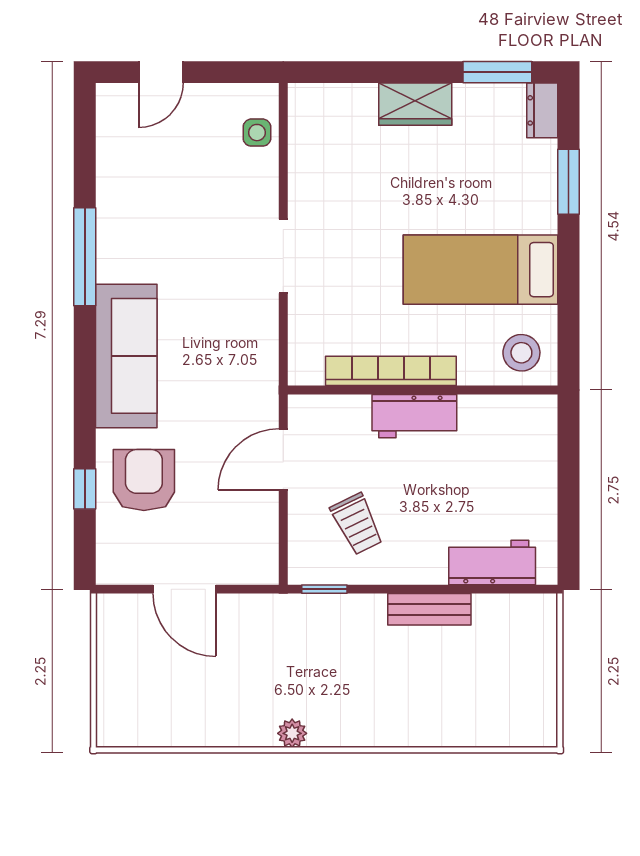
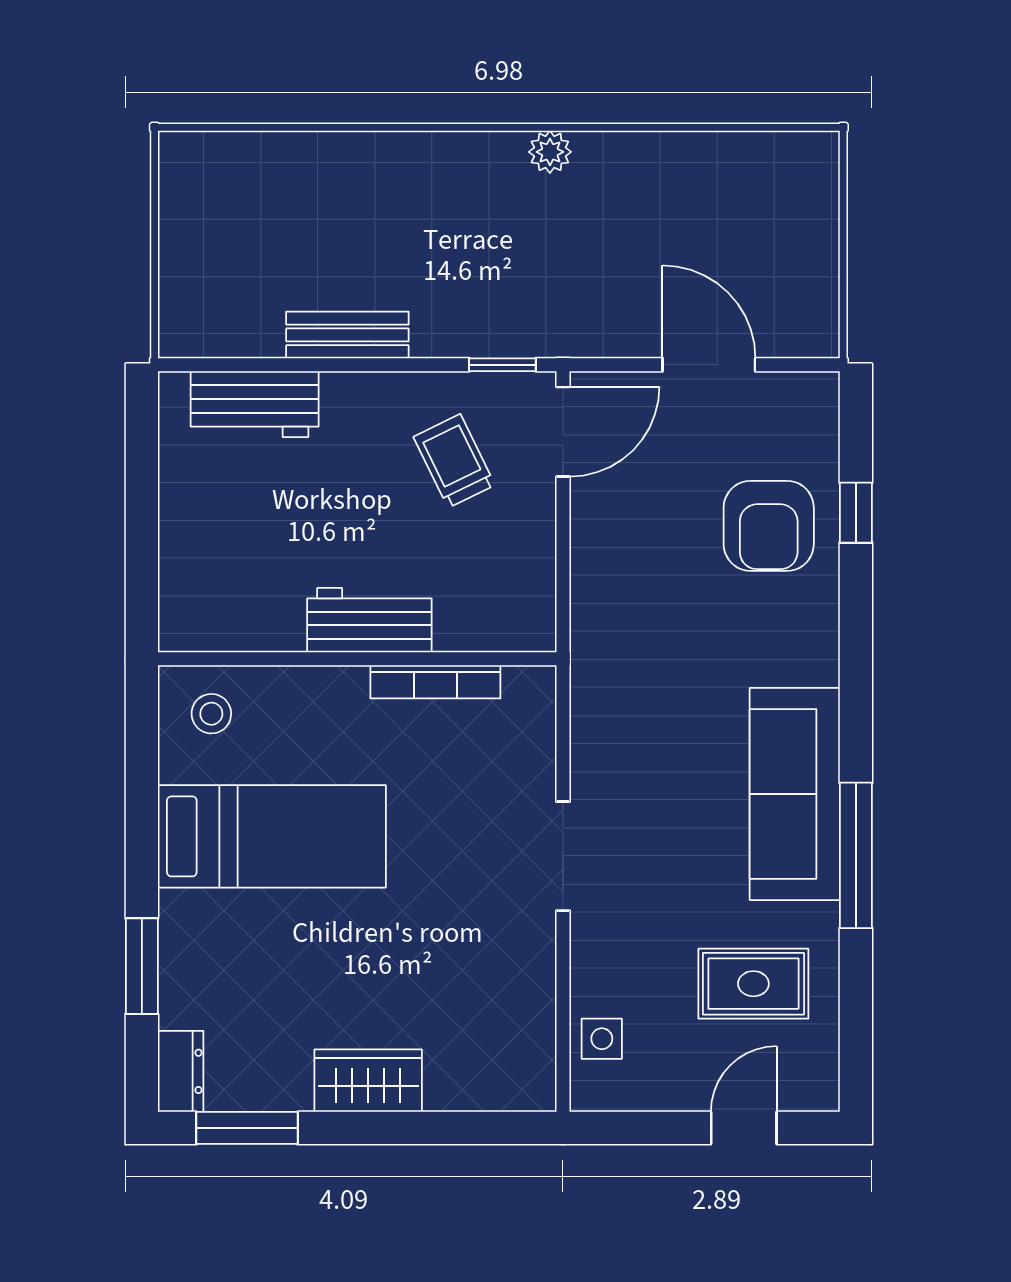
rug: (154, 170) -> (753, 984), added
stool: (521, 353) -> (211, 714), width x0.73, depth x0.73
sofa: (126, 356) -> (795, 794), moved
bookcase: (391, 371) -> (435, 682), width x0.68, depth x0.76
door: (283, 459) -> (563, 432), moved

